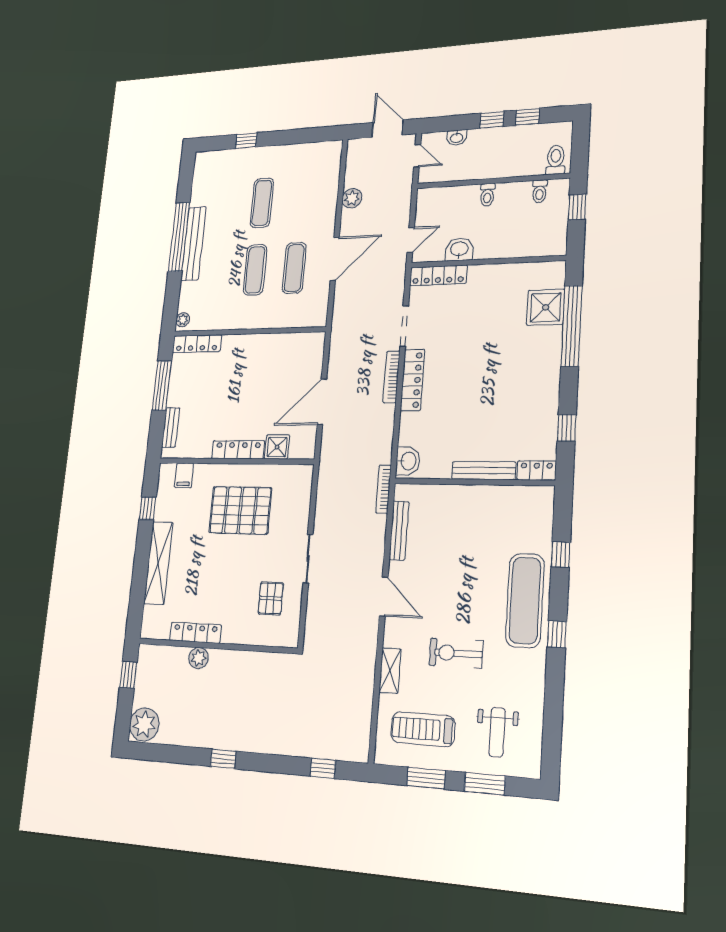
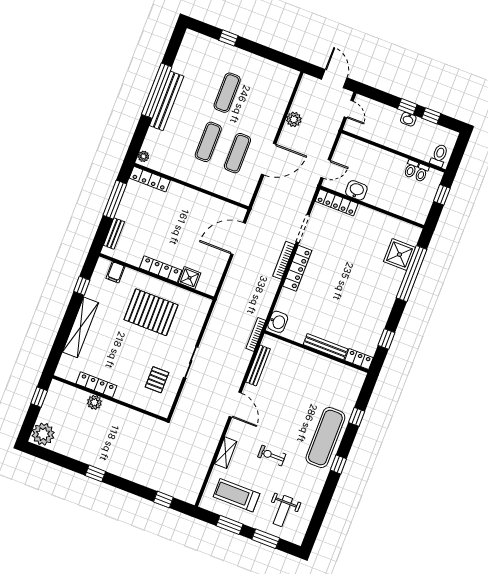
washbasin: (457, 138) -> (408, 119), moved
toilet: (487, 195) -> (411, 169), moved
door: (322, 402) -> (238, 239), moved
exercise bike: (456, 653) -> (272, 456), width x0.73, depth x0.72

